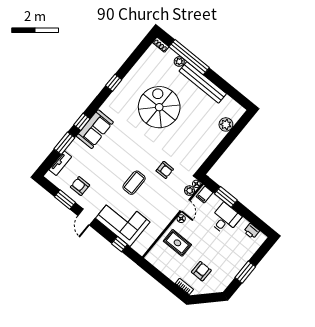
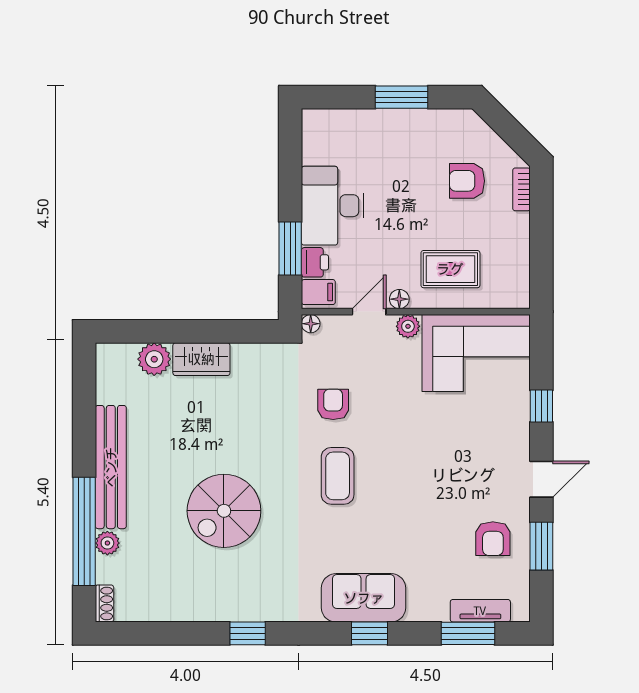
spiral stairs: (159, 107) -> (224, 511), width x0.73, depth x0.73
wardrobe: (214, 140) -> (201, 359), added
window: (64, 143) -> (468, 633), moved
coffee table: (134, 183) -> (338, 476), moved, turned 90
plant: (189, 191) -> (408, 326), moved
desk: (225, 219) -> (333, 206), width x1.37
corner sofa: (123, 220) -> (476, 353), moved, turned -90
printer: (252, 231) -> (315, 262), moved
rug: (177, 243) -> (450, 269), turned 90
window: (119, 244) -> (541, 406), moved

